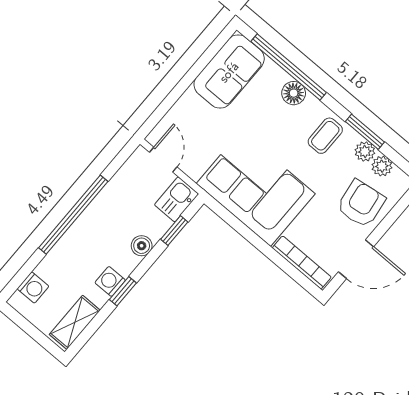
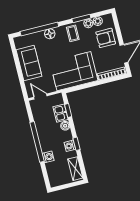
sofa: (229, 72) -> (29, 63), moved
kitchen sink: (177, 199) -> (61, 113), moved
armchair: (361, 204) -> (106, 38), turned -82
washing machine: (33, 287) -> (48, 157), moved

